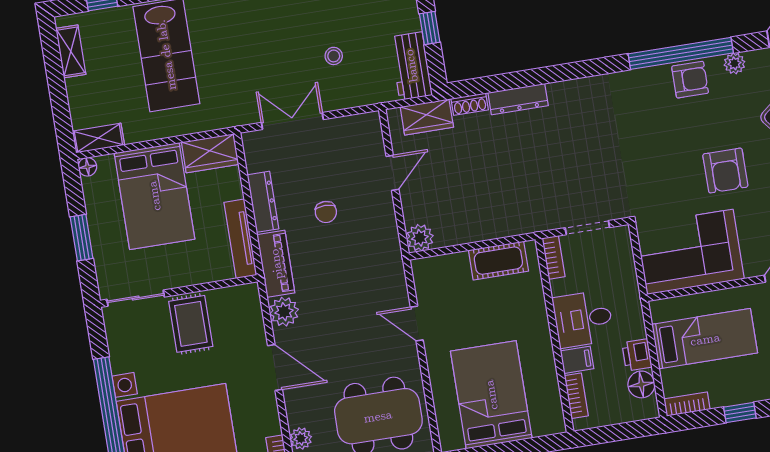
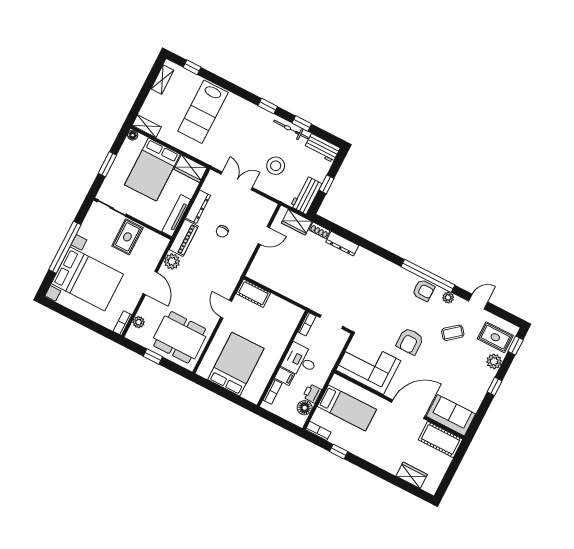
stool: (334, 56) -> (276, 166), width x1.89, depth x1.89
plant: (420, 238) -> (255, 273), removed
cot: (498, 261) -> (253, 293), moved

